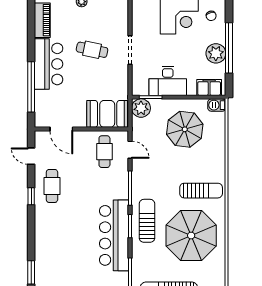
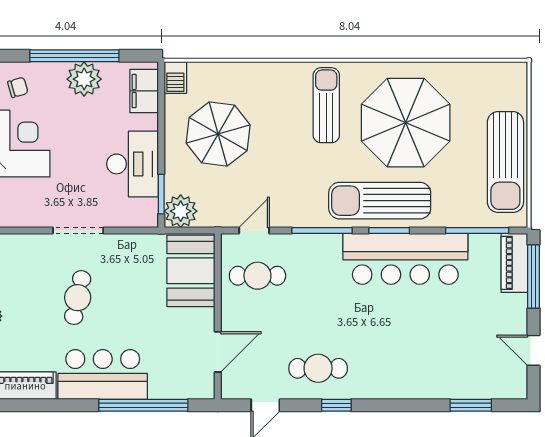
sun lounger: (147, 221) -> (380, 201), width x1.36, depth x1.34

